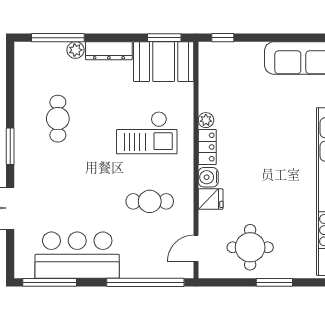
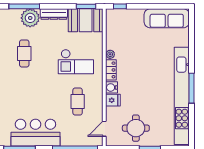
plant: (76, 50) -> (30, 18), width x1.88, depth x1.88
cafe table: (150, 201) -> (78, 101), turned 90

